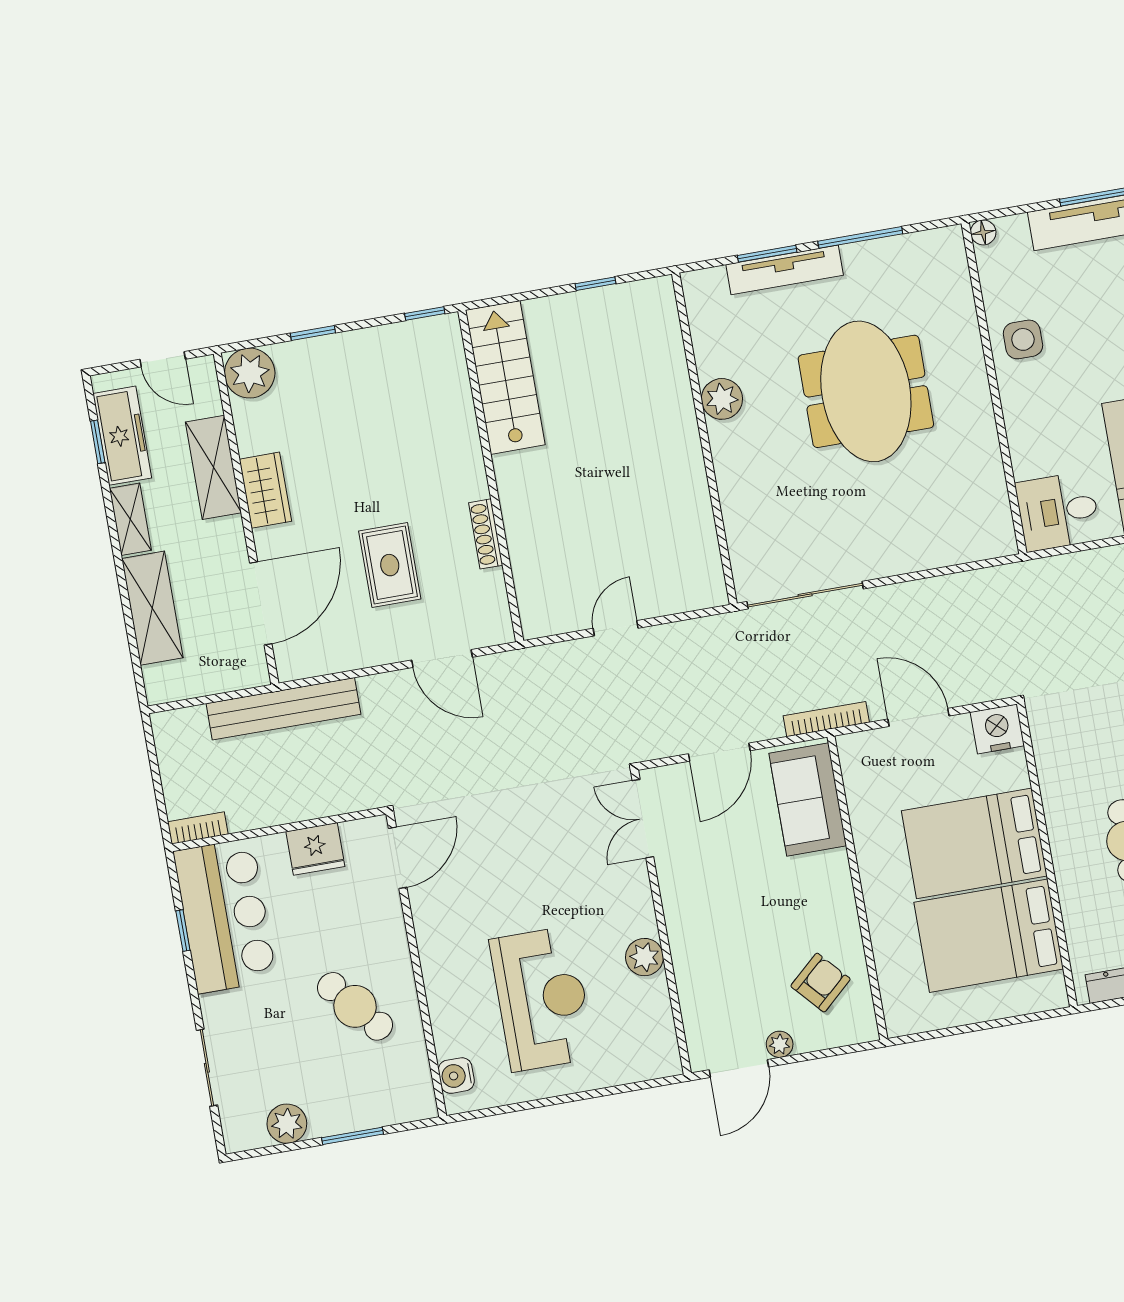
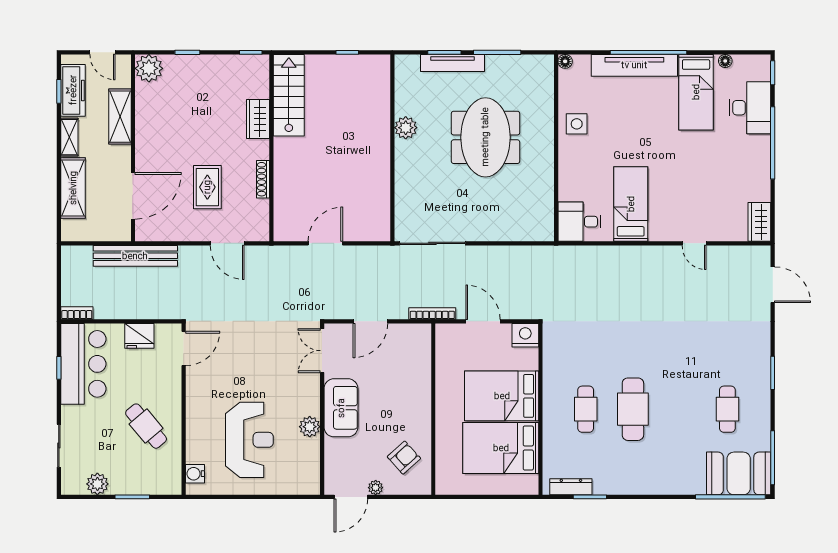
wardrobe: (265, 490) -> (258, 119), moved, turned 180
door: (616, 628) -> (325, 243), width x1.38
sofa: (808, 800) -> (341, 408), moved, turned 180

